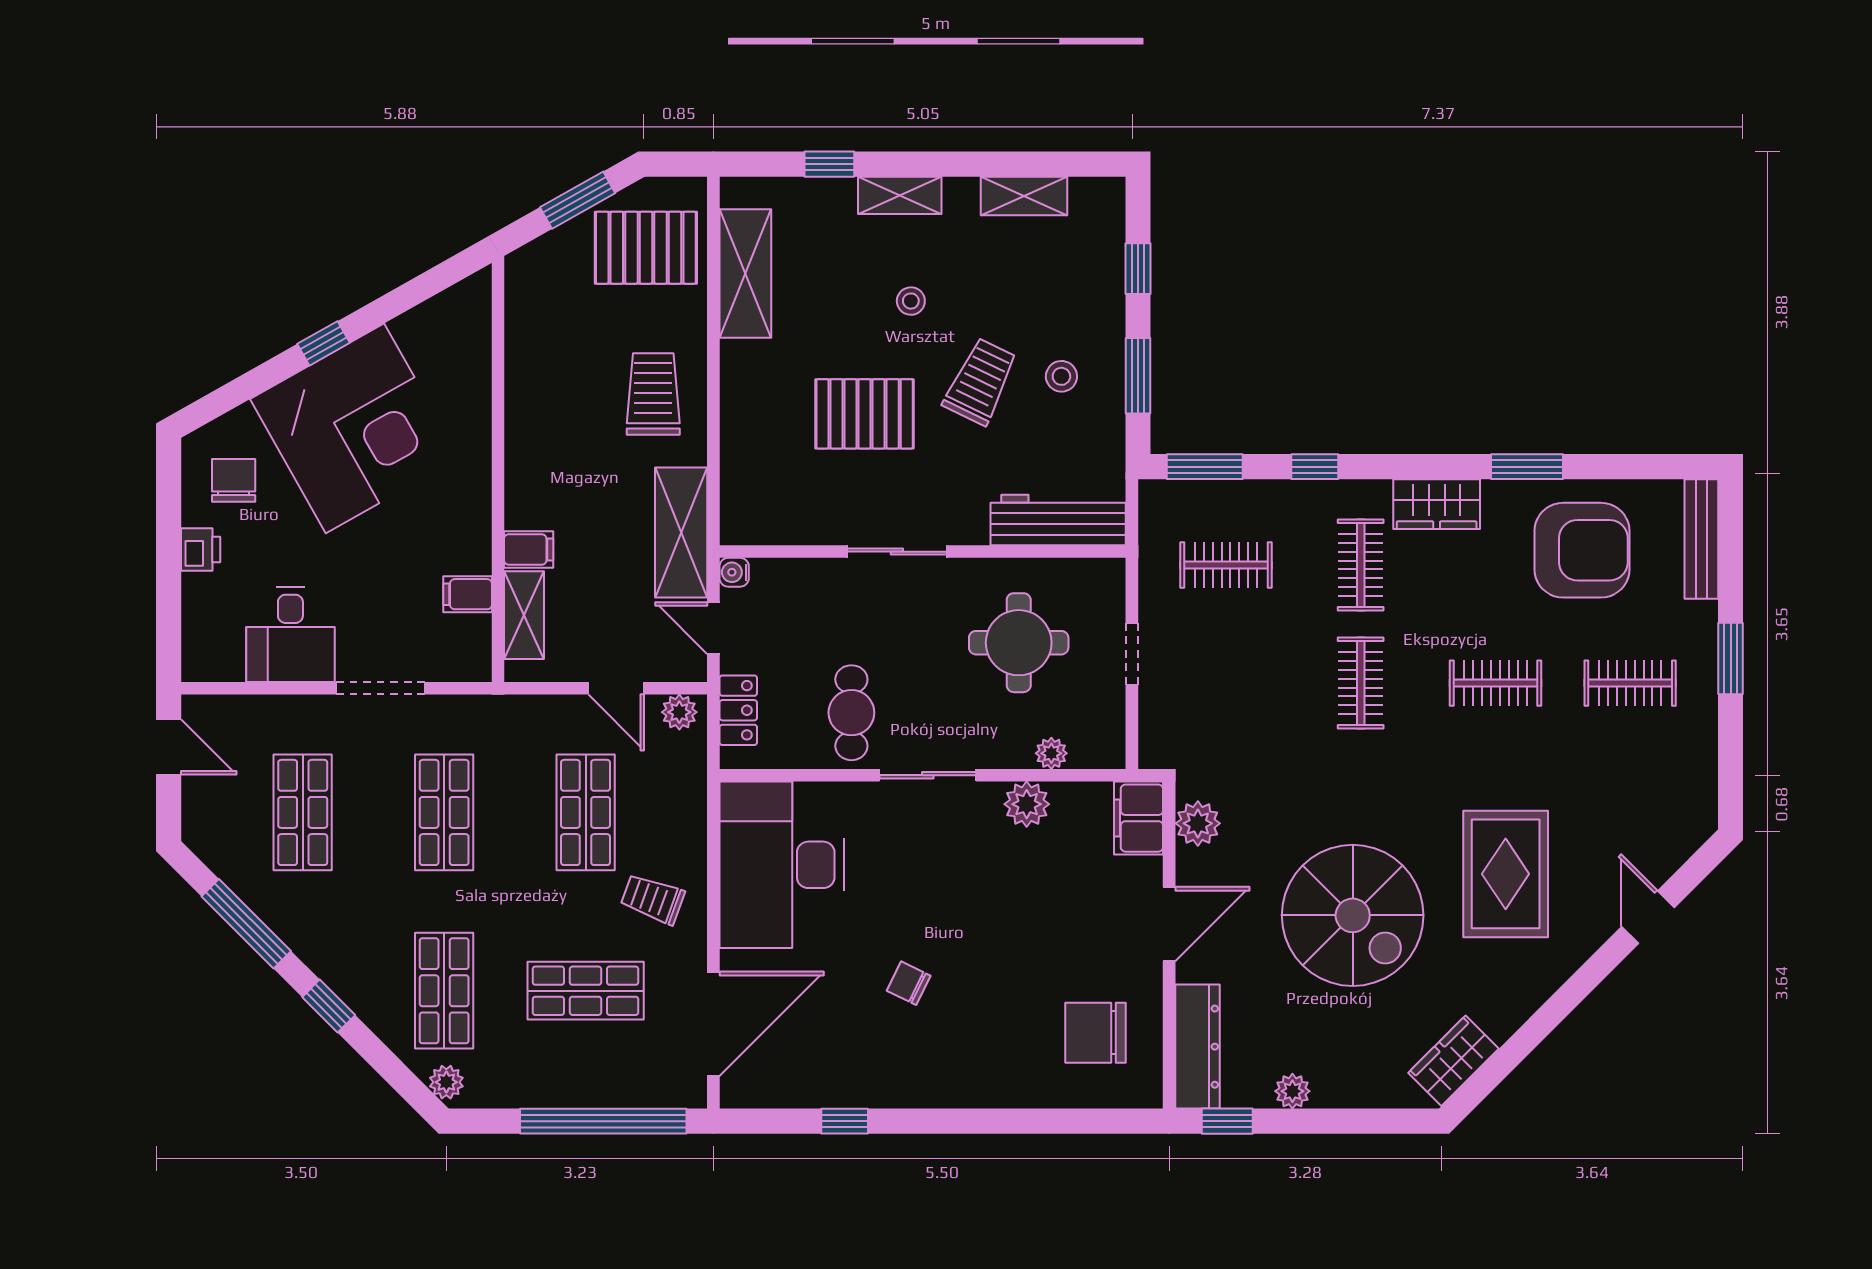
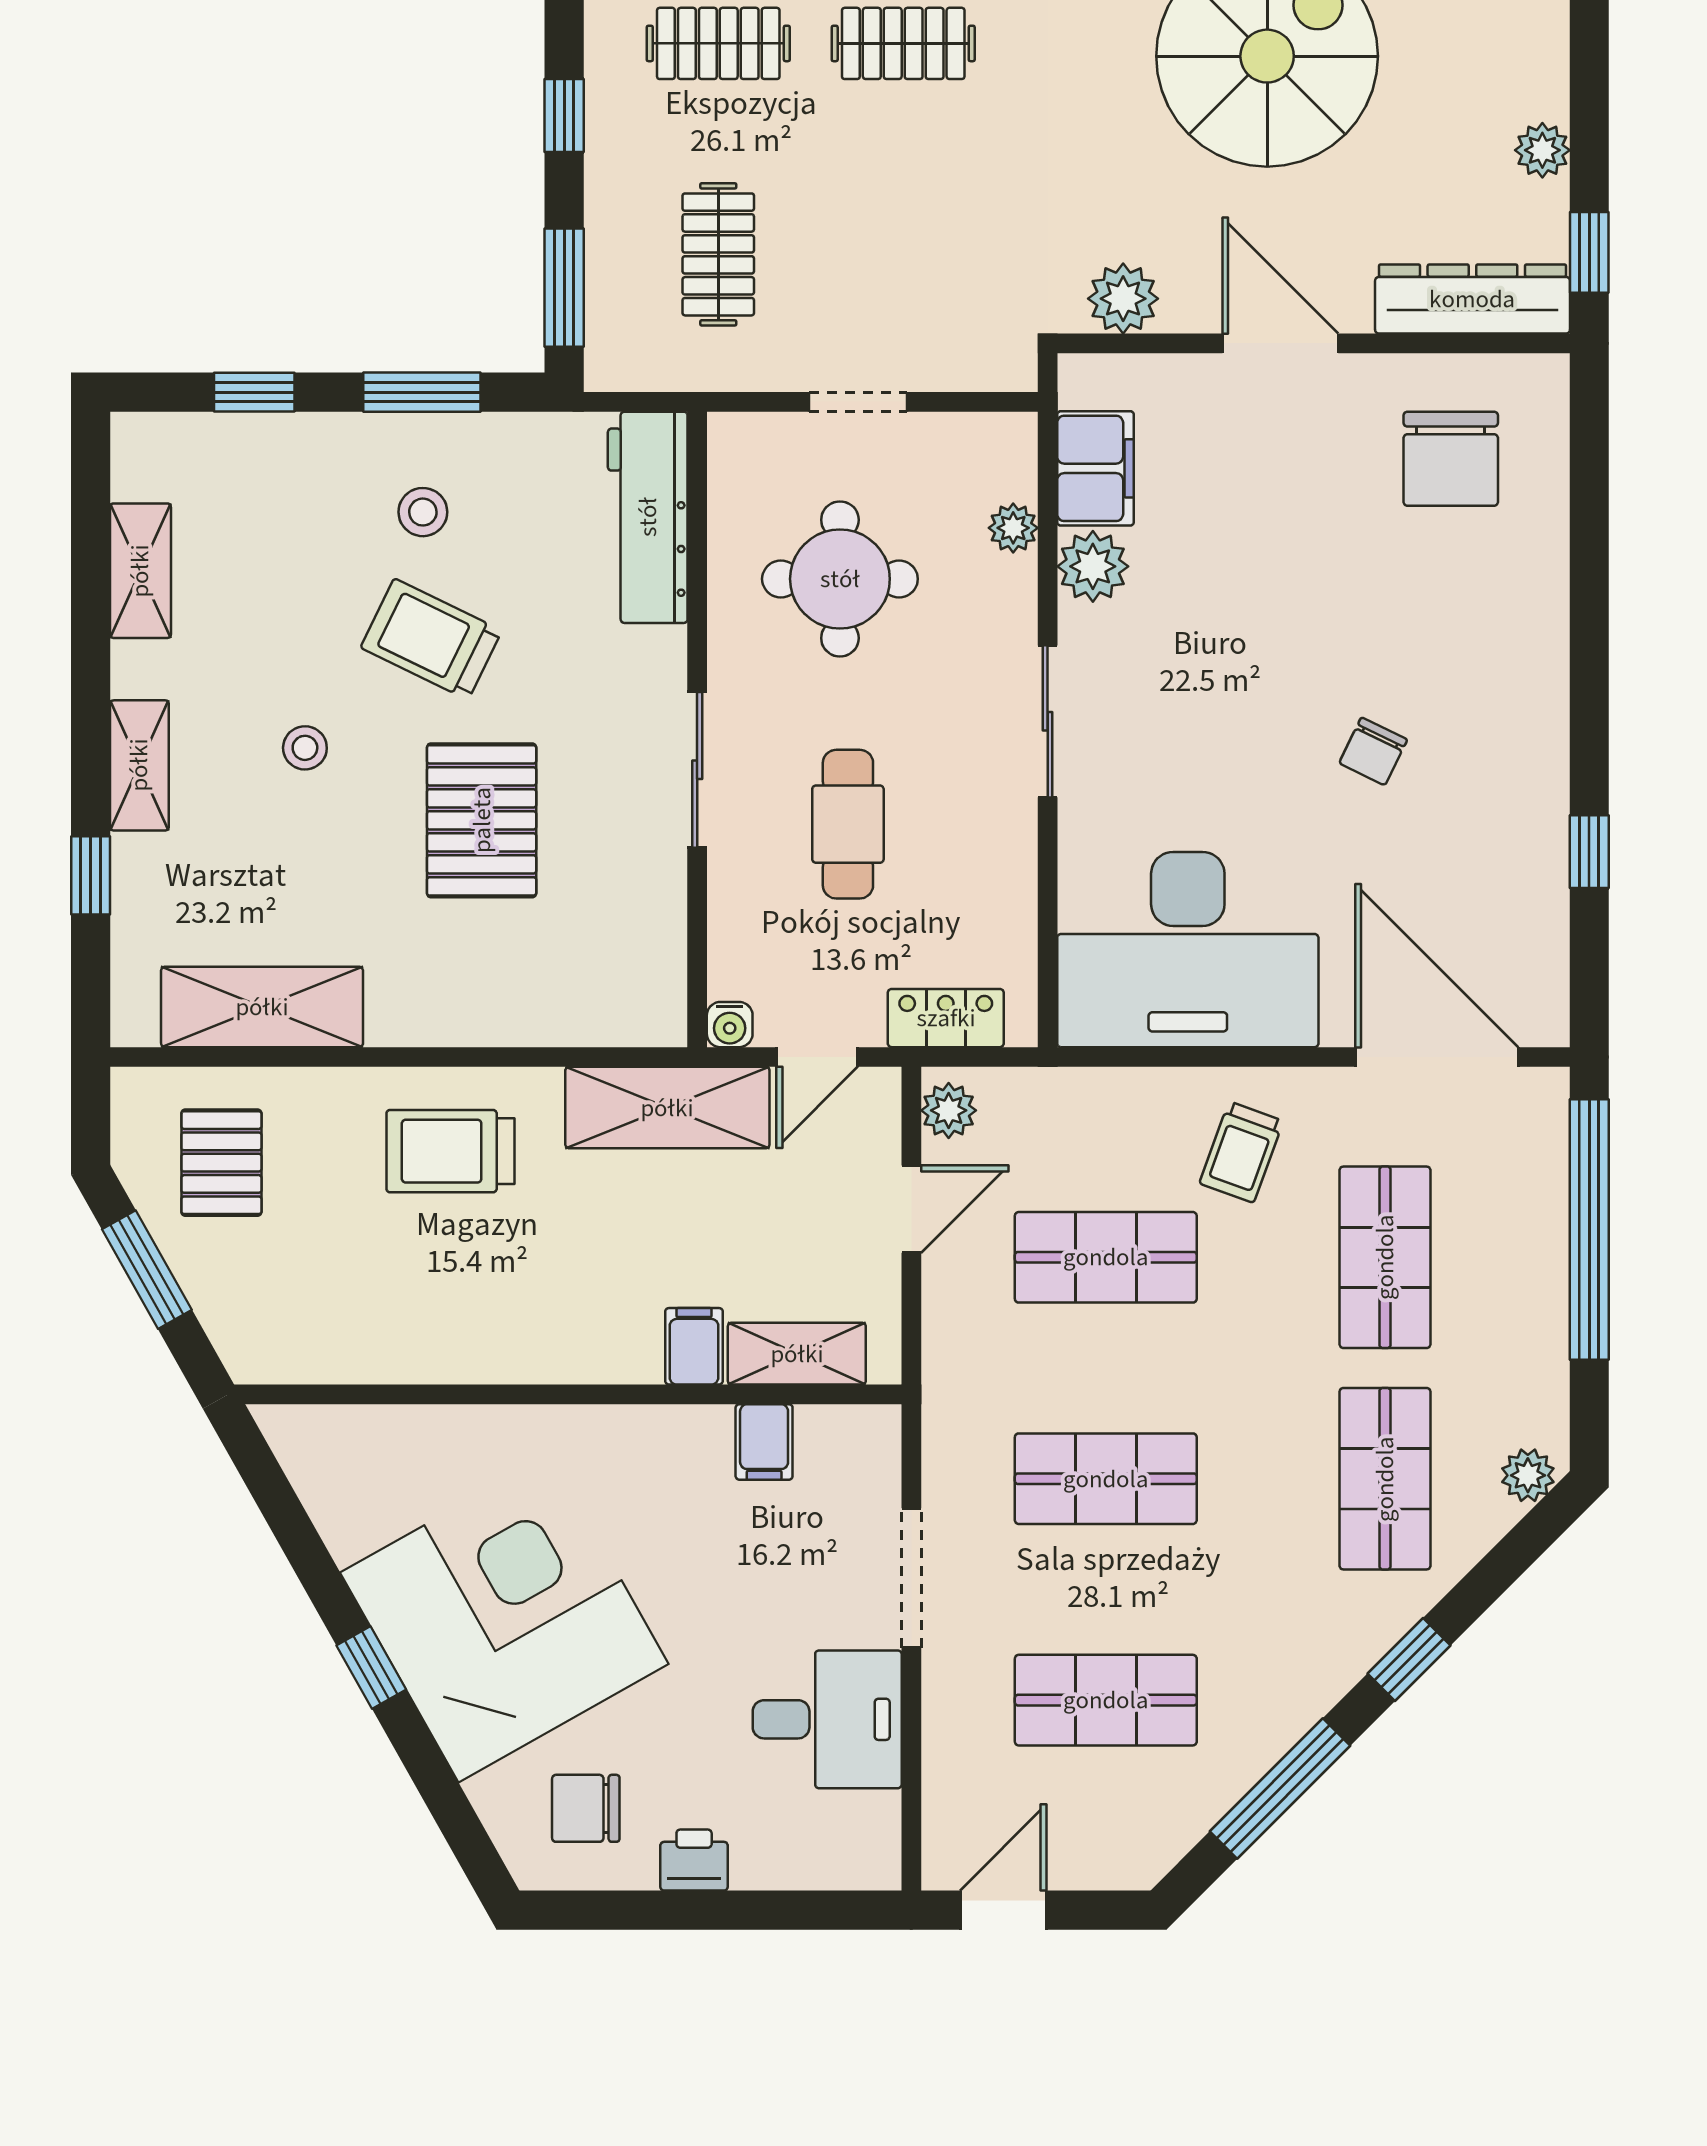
pallet: (646, 248) -> (221, 1163), width x0.67, depth x0.71
cafe table: (851, 713) -> (848, 824), moved, turned 90
filing cabinet: (1139, 818) -> (1095, 468), moved, turned -90
shop shelf: (444, 991) -> (1385, 1479), turned 90

